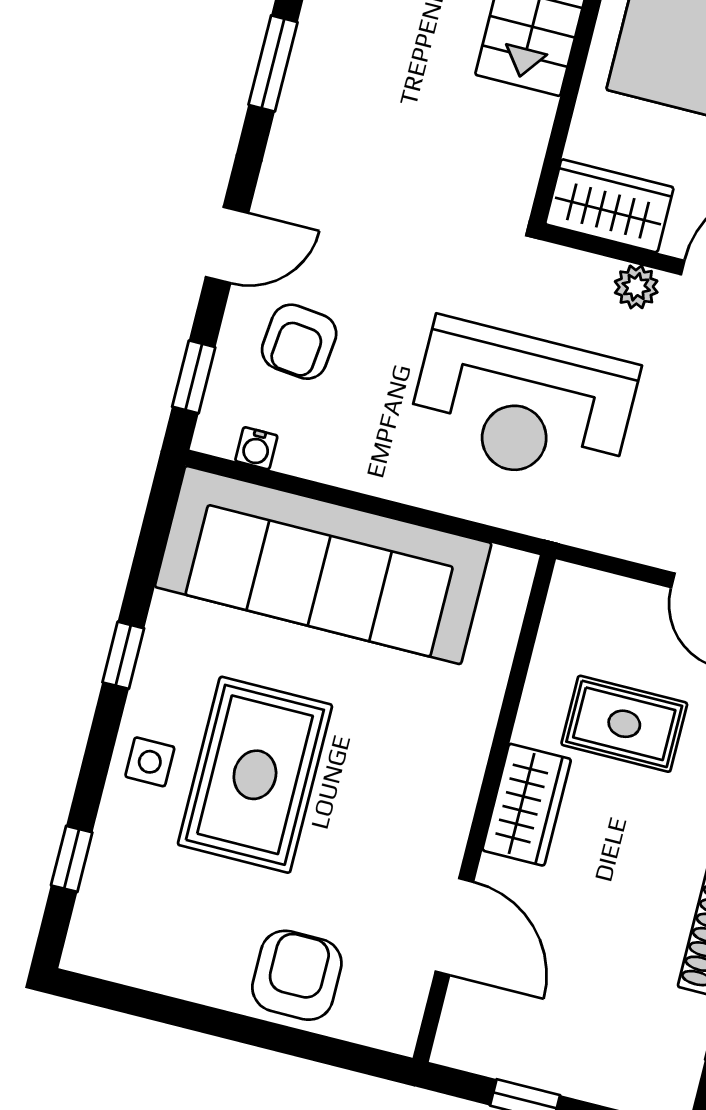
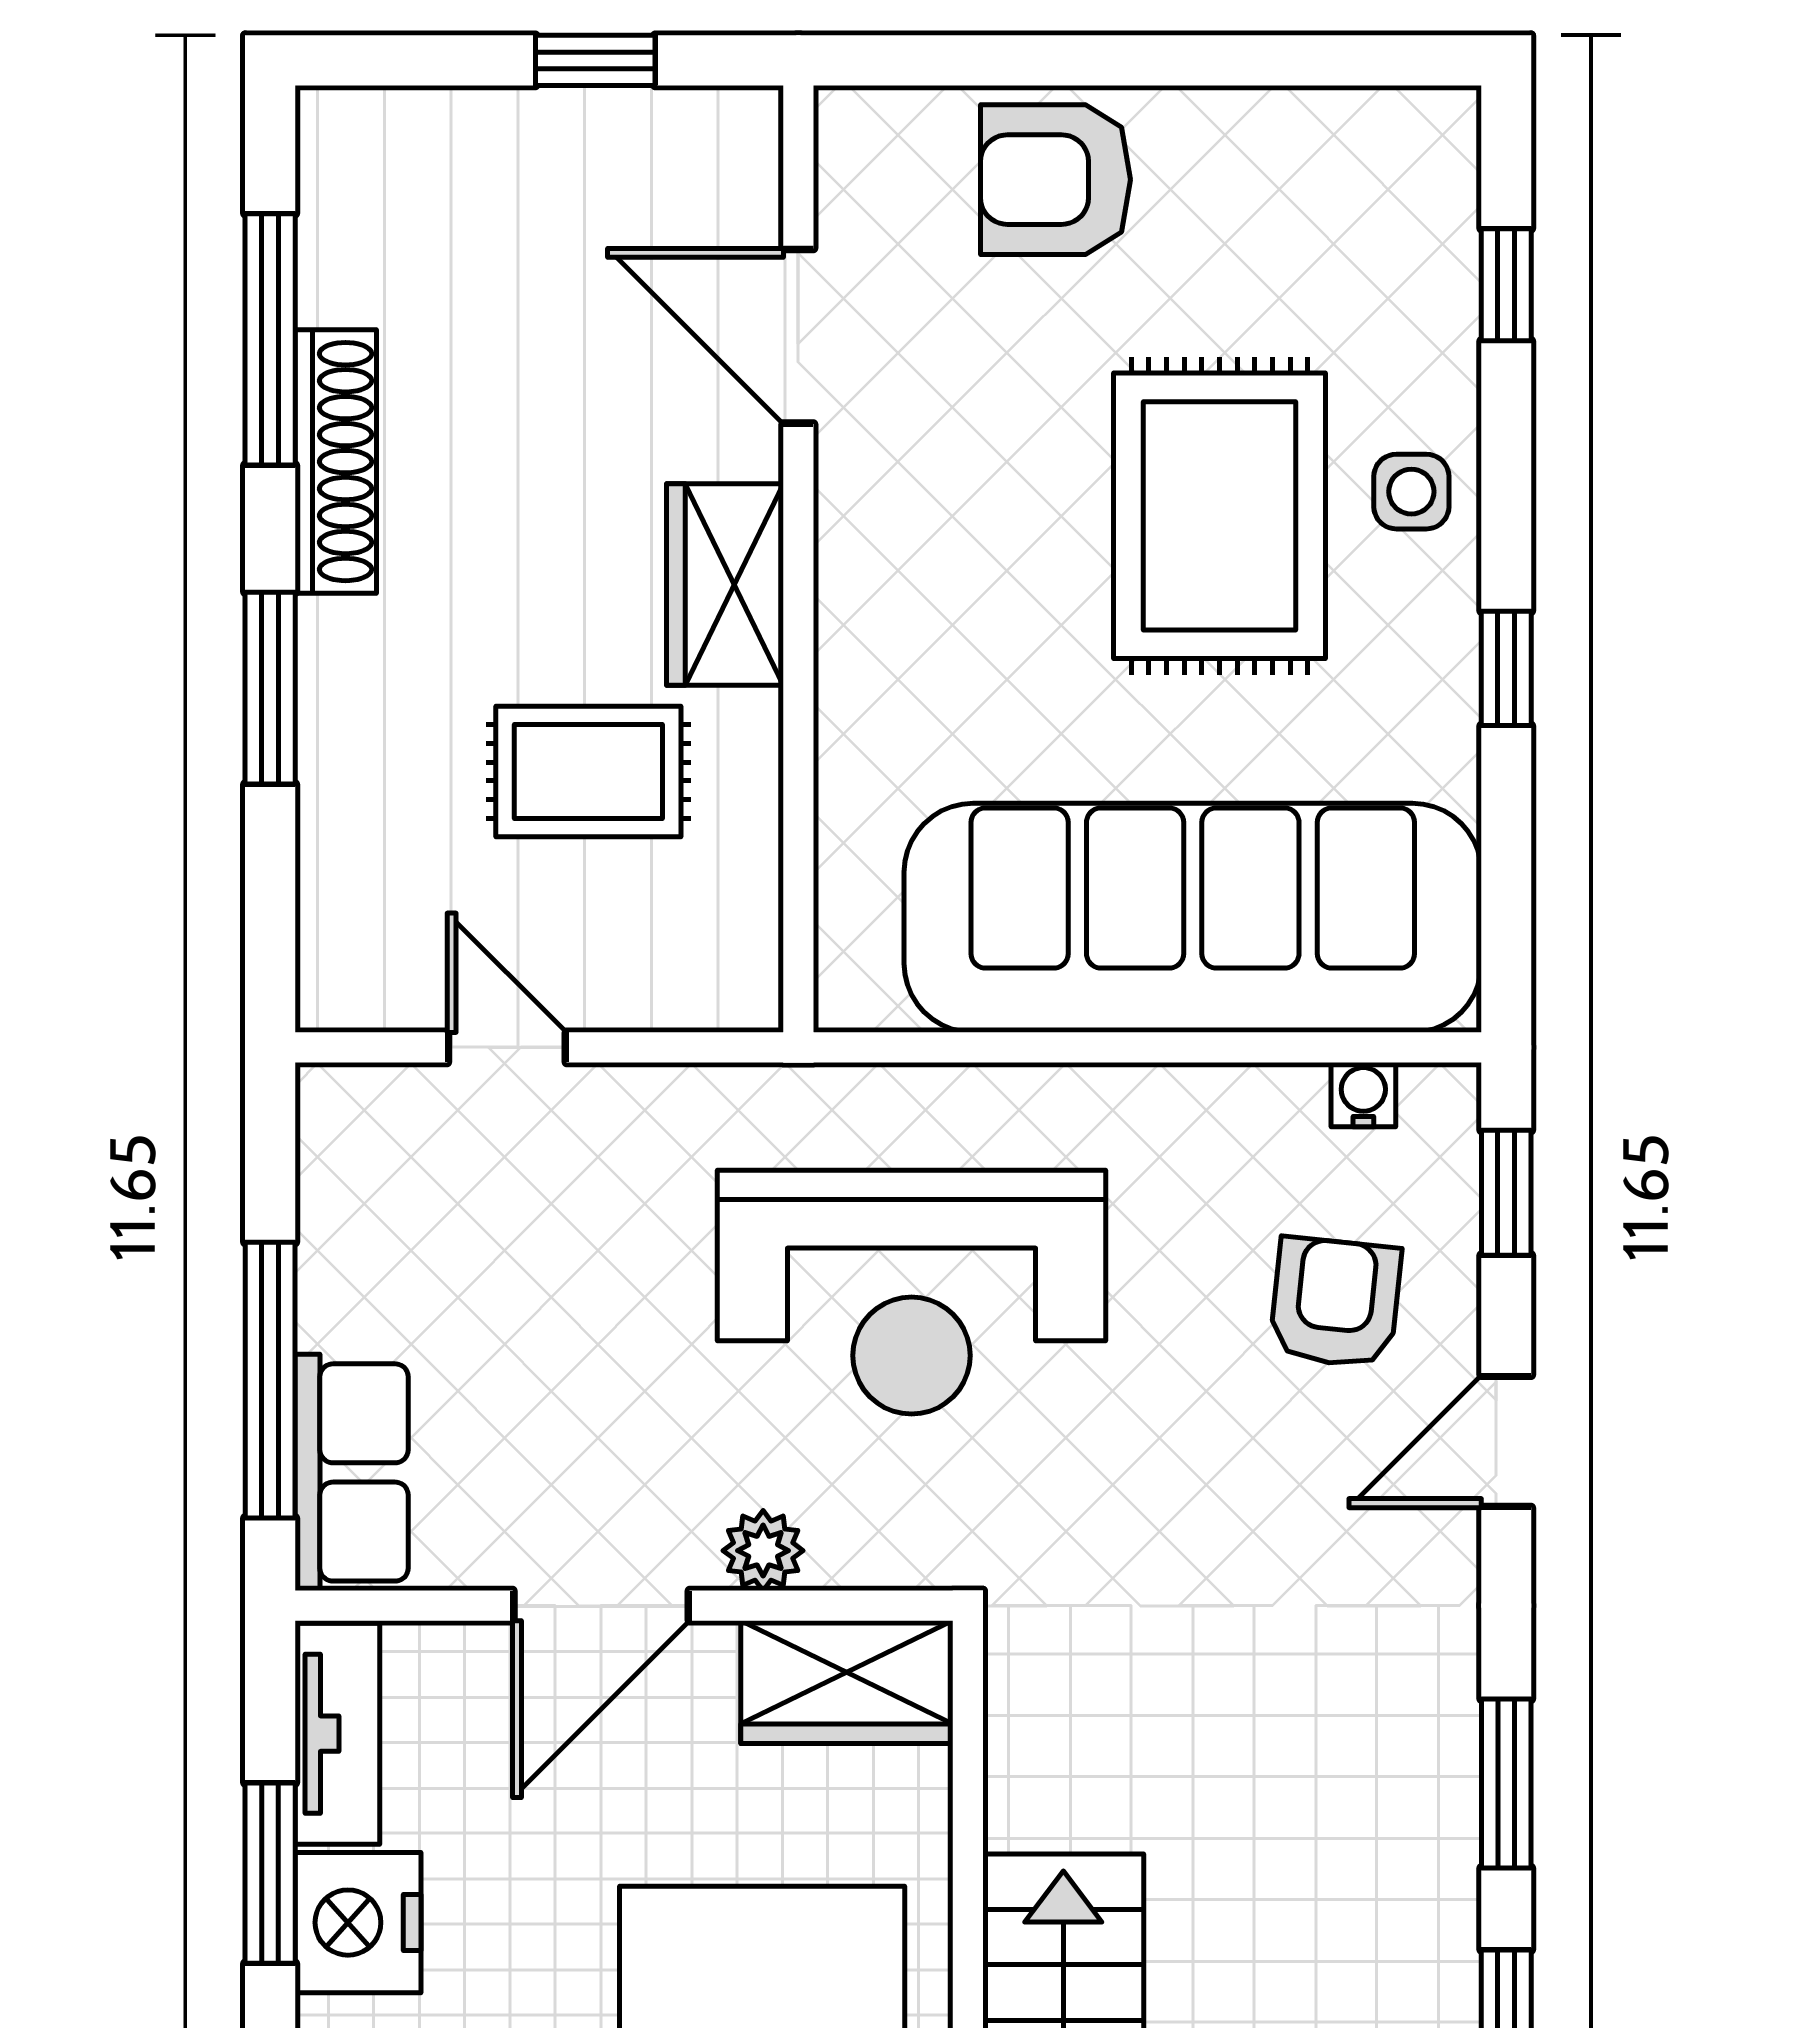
reception desk: (523, 404) -> (912, 1292), turned 180
armchair: (297, 975) -> (1055, 180), turned 90

